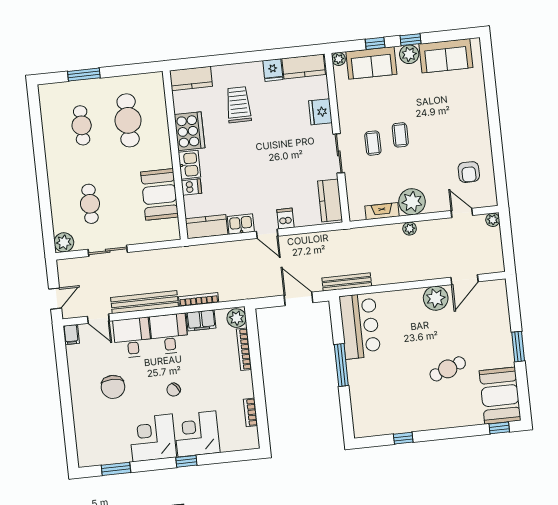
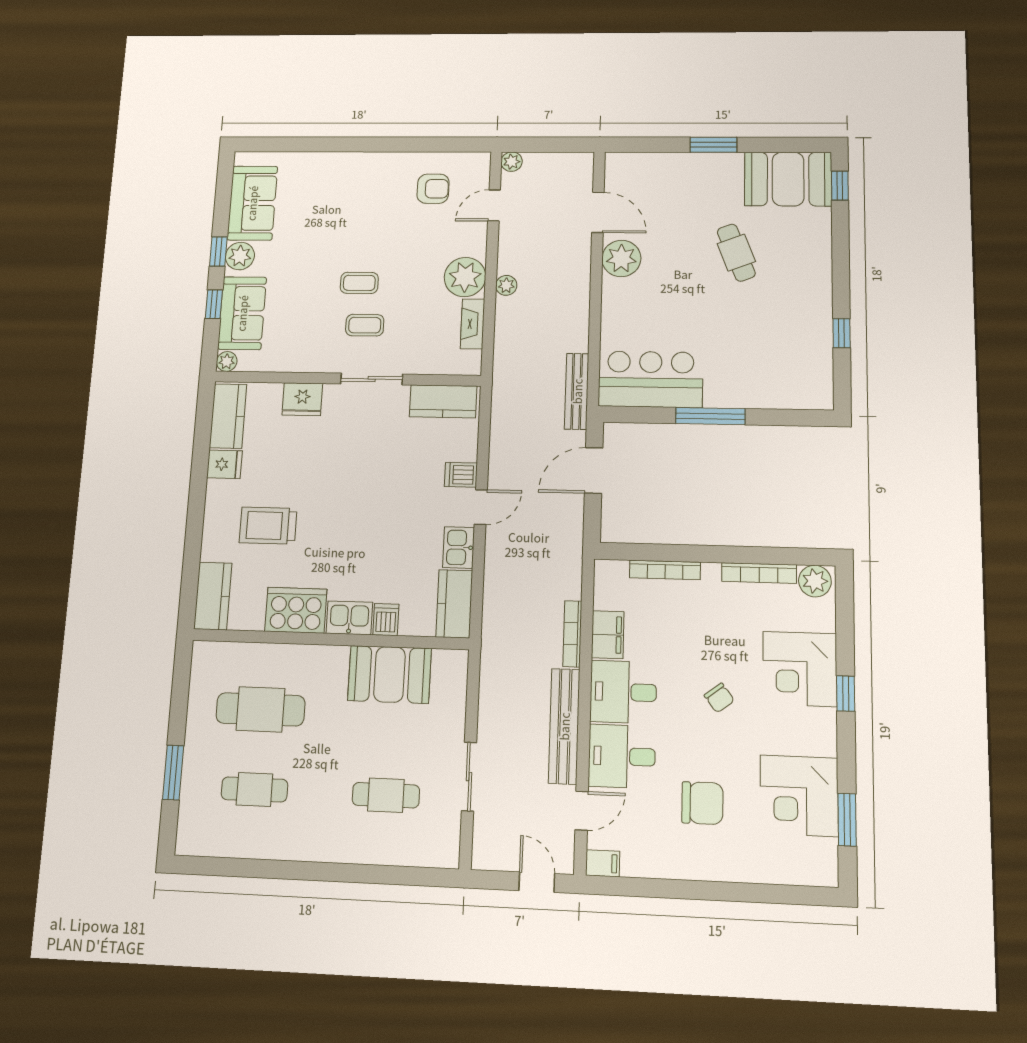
plant: (64, 242) -> (443, 851), removed
plant: (237, 318) -> (815, 581), moved
bookcase: (250, 412) -> (759, 573), width x1.56
corner desk: (153, 438) -> (799, 796), moved

